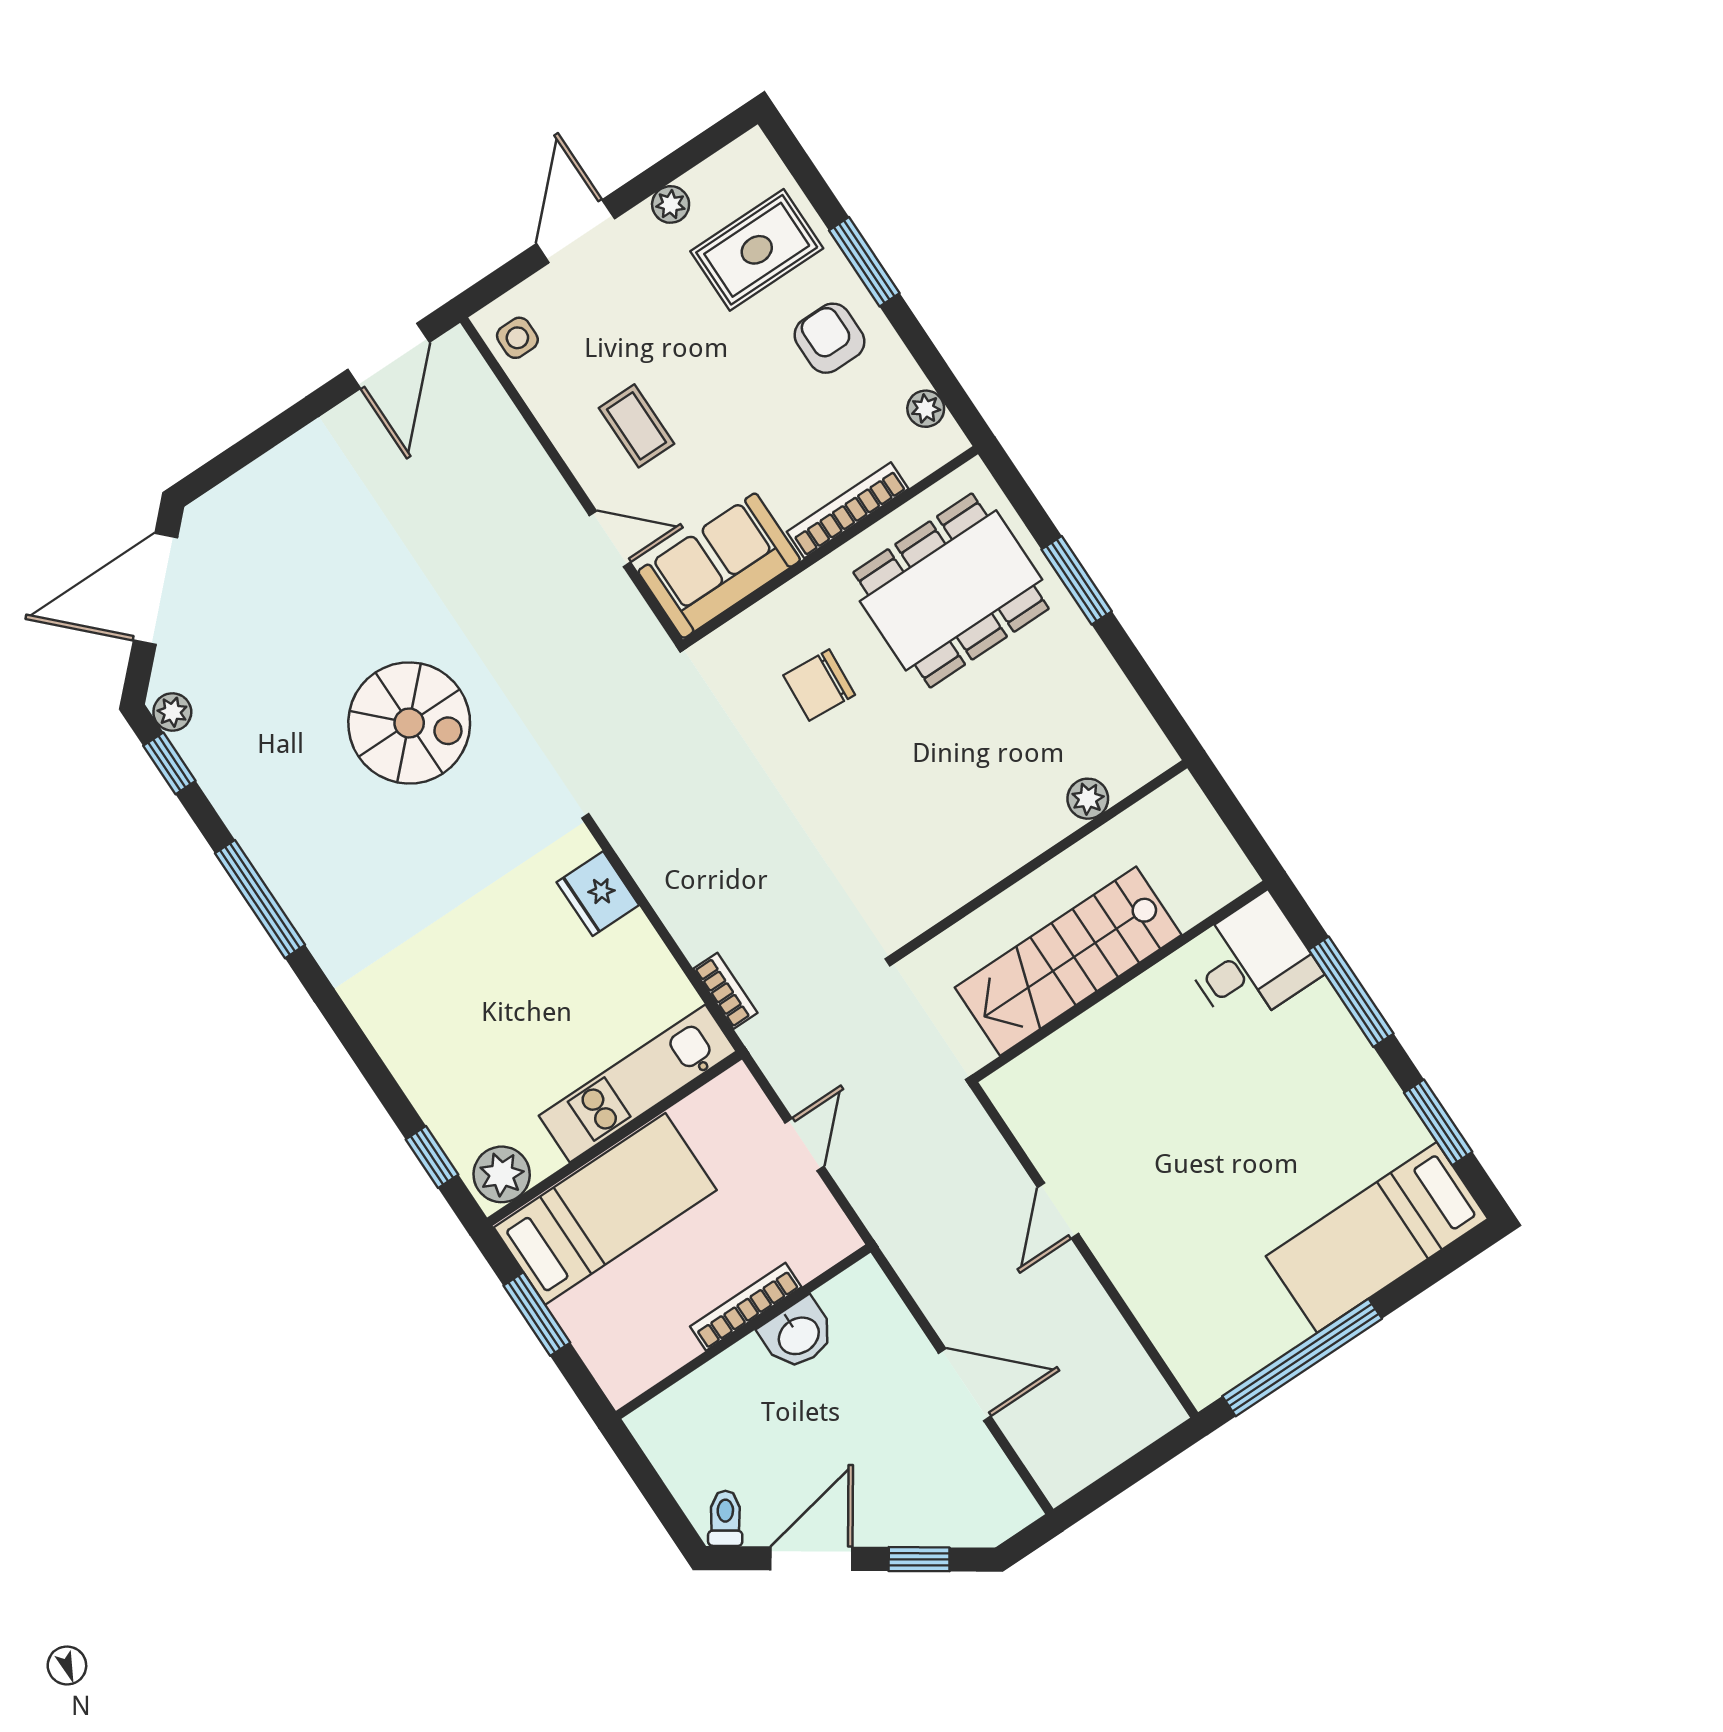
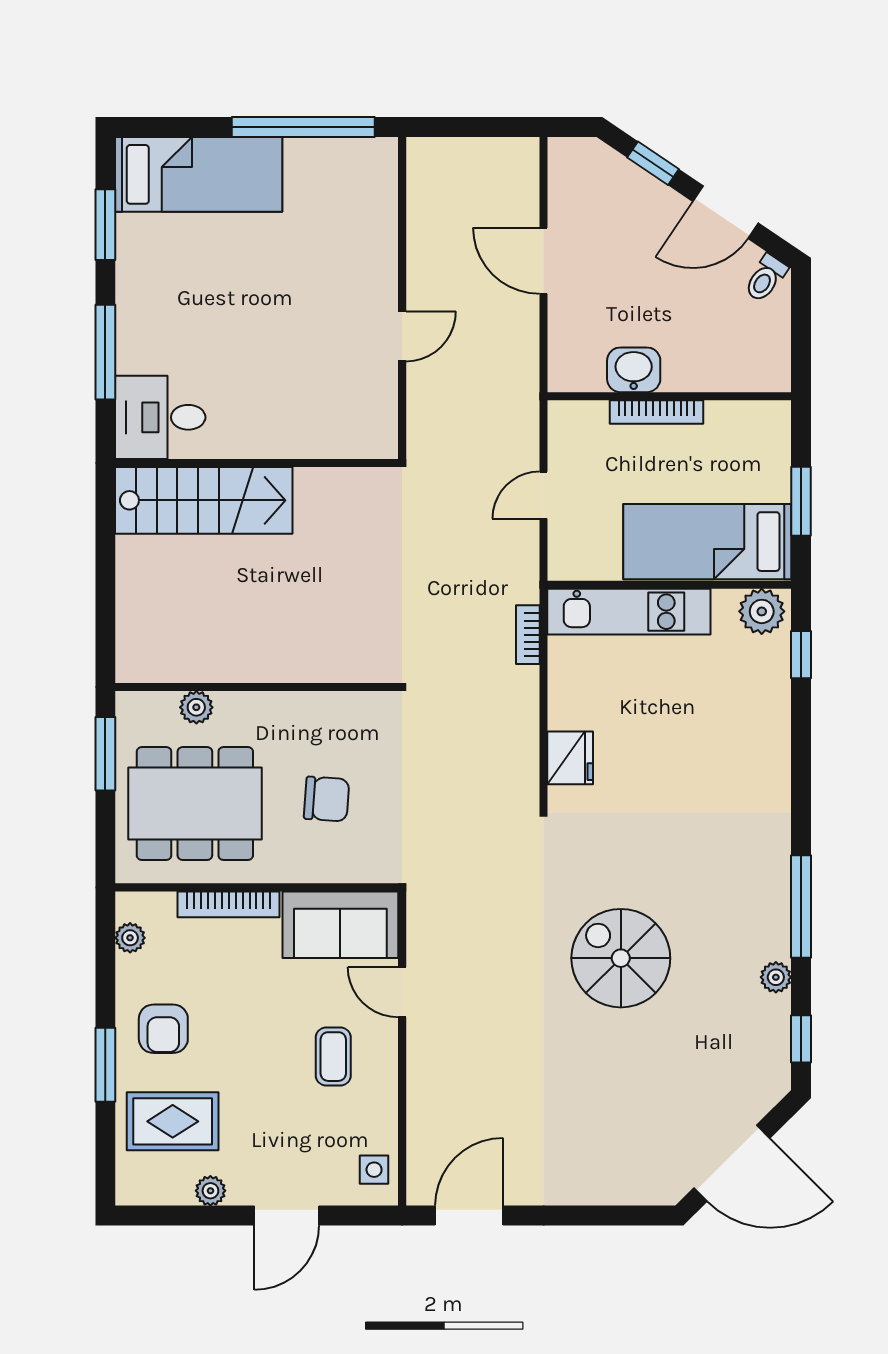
plant: (172, 712) -> (776, 977), moved
plant: (1088, 799) -> (196, 707), moved
wall: (1040, 861) -> (257, 687), moved
stairs: (1068, 961) -> (204, 500), moved

